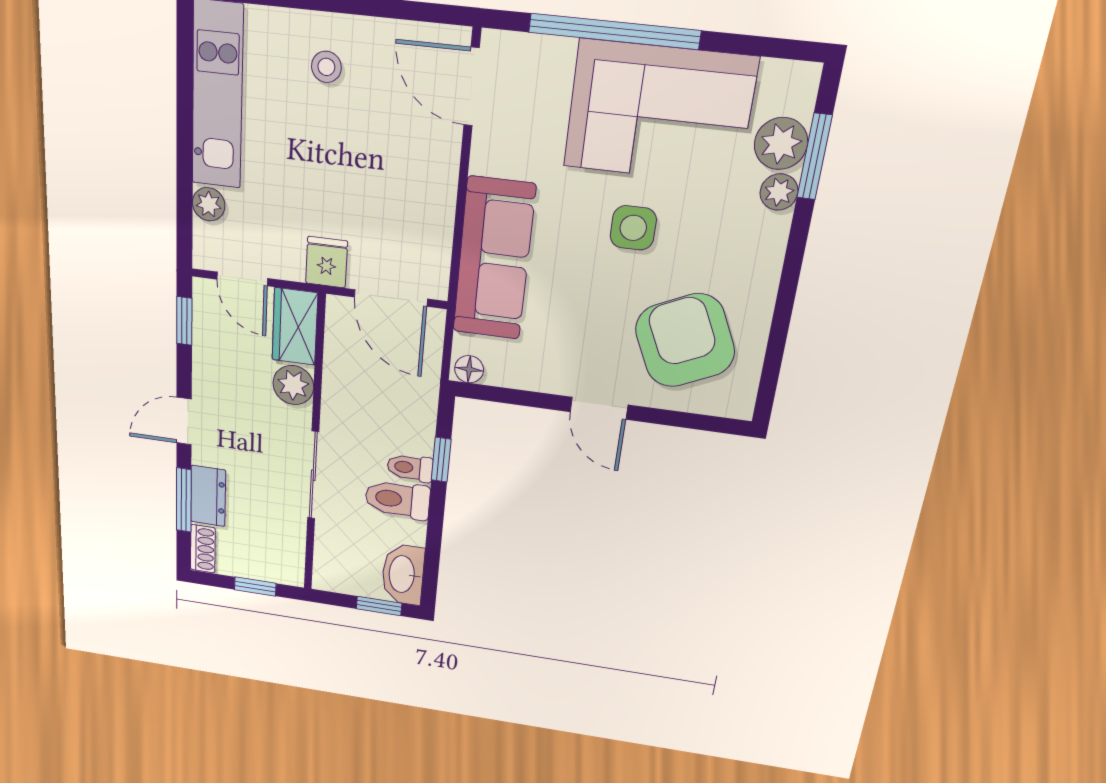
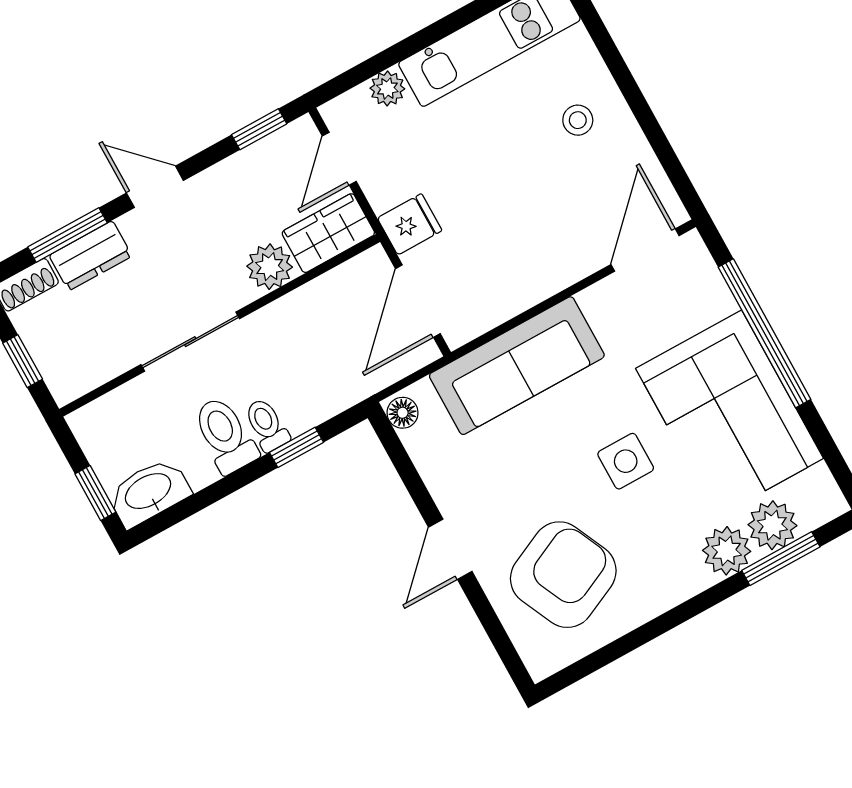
plant: (779, 192) -> (727, 551), width x1.38, depth x1.38

